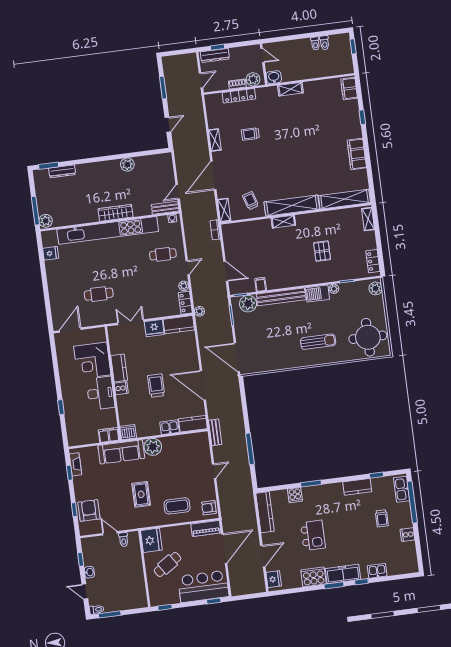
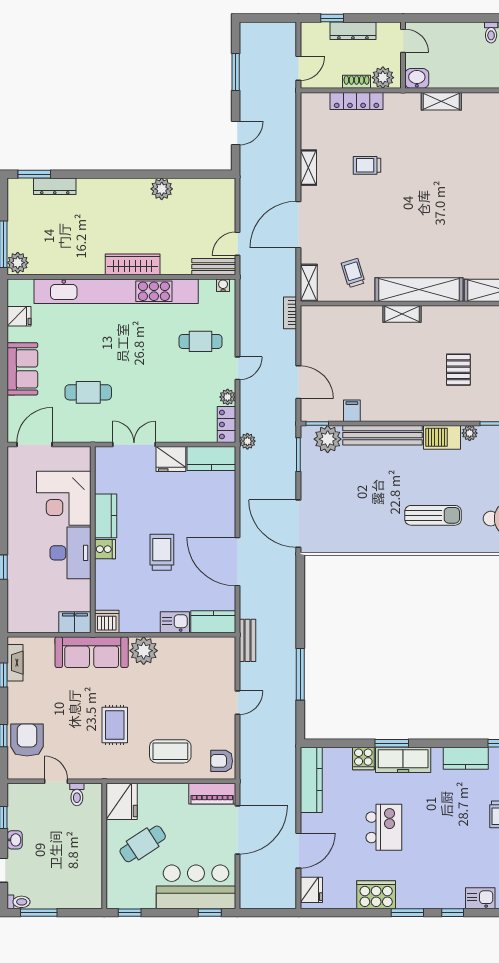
dresser: (215, 55) -> (353, 31), moved
sofa: (57, 285) -> (22, 369), added
freezer: (343, 574) -> (403, 760), moved, turned 180

